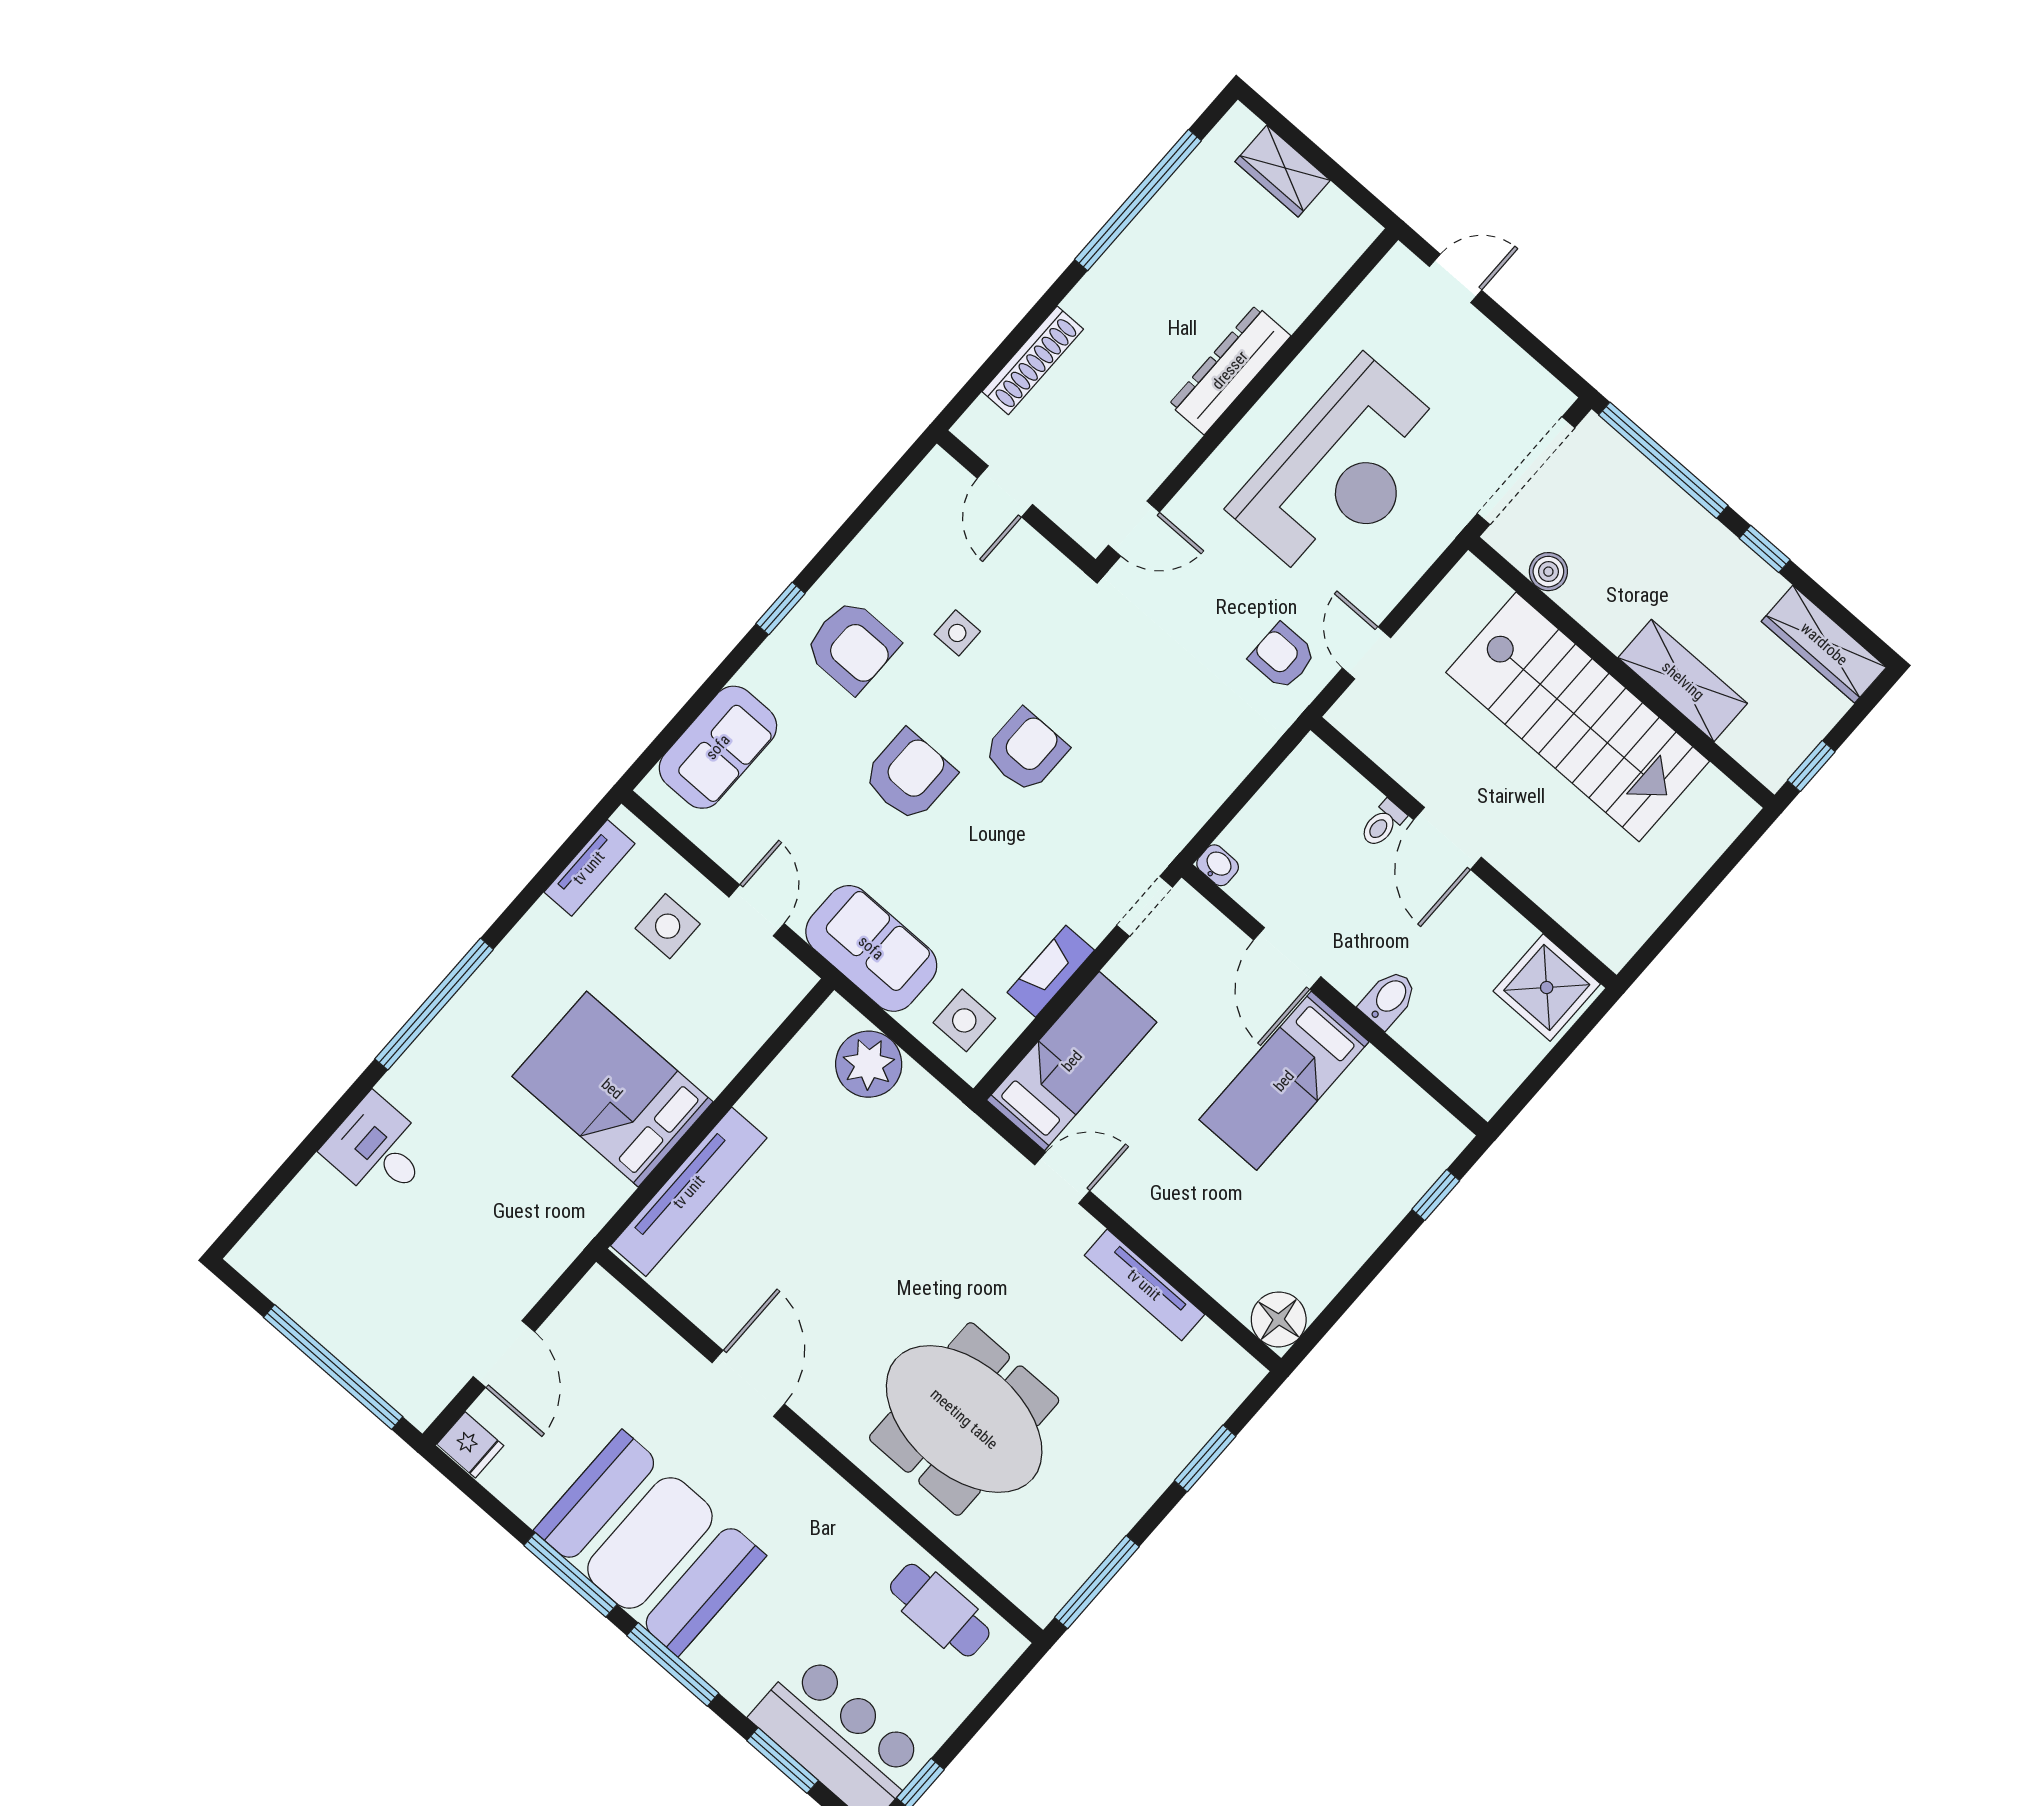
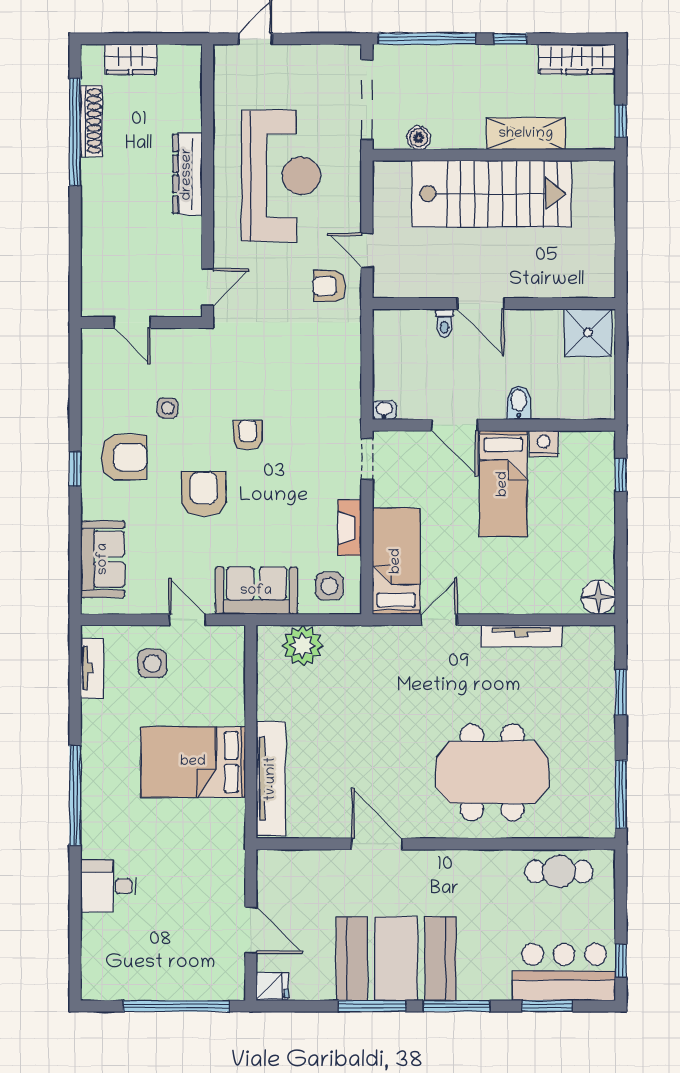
shoe rack: (1033, 360) -> (91, 121), moved
armchair: (1026, 751) -> (248, 435), width x0.72, depth x0.72
nightstand: (1375, 1075) -> (544, 444), added

